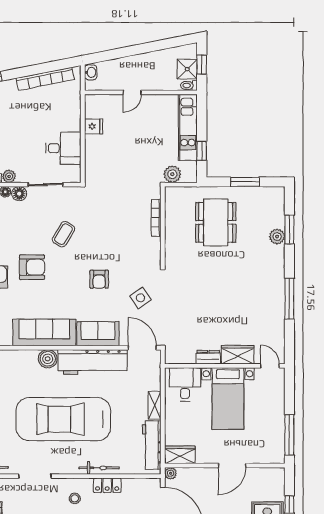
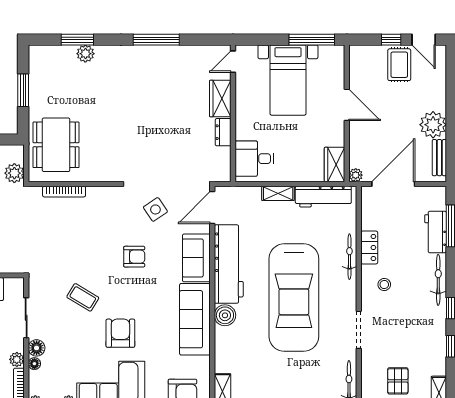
dining table: (216, 222) -> (56, 145), moved, turned 90
bed with nightstands: (228, 399) -> (288, 80), moved, turned 90

